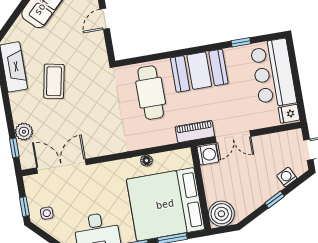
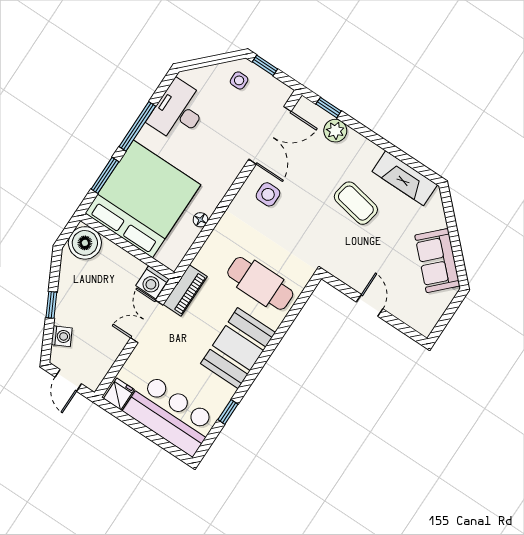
side table: (96, 136) -> (268, 194), added

